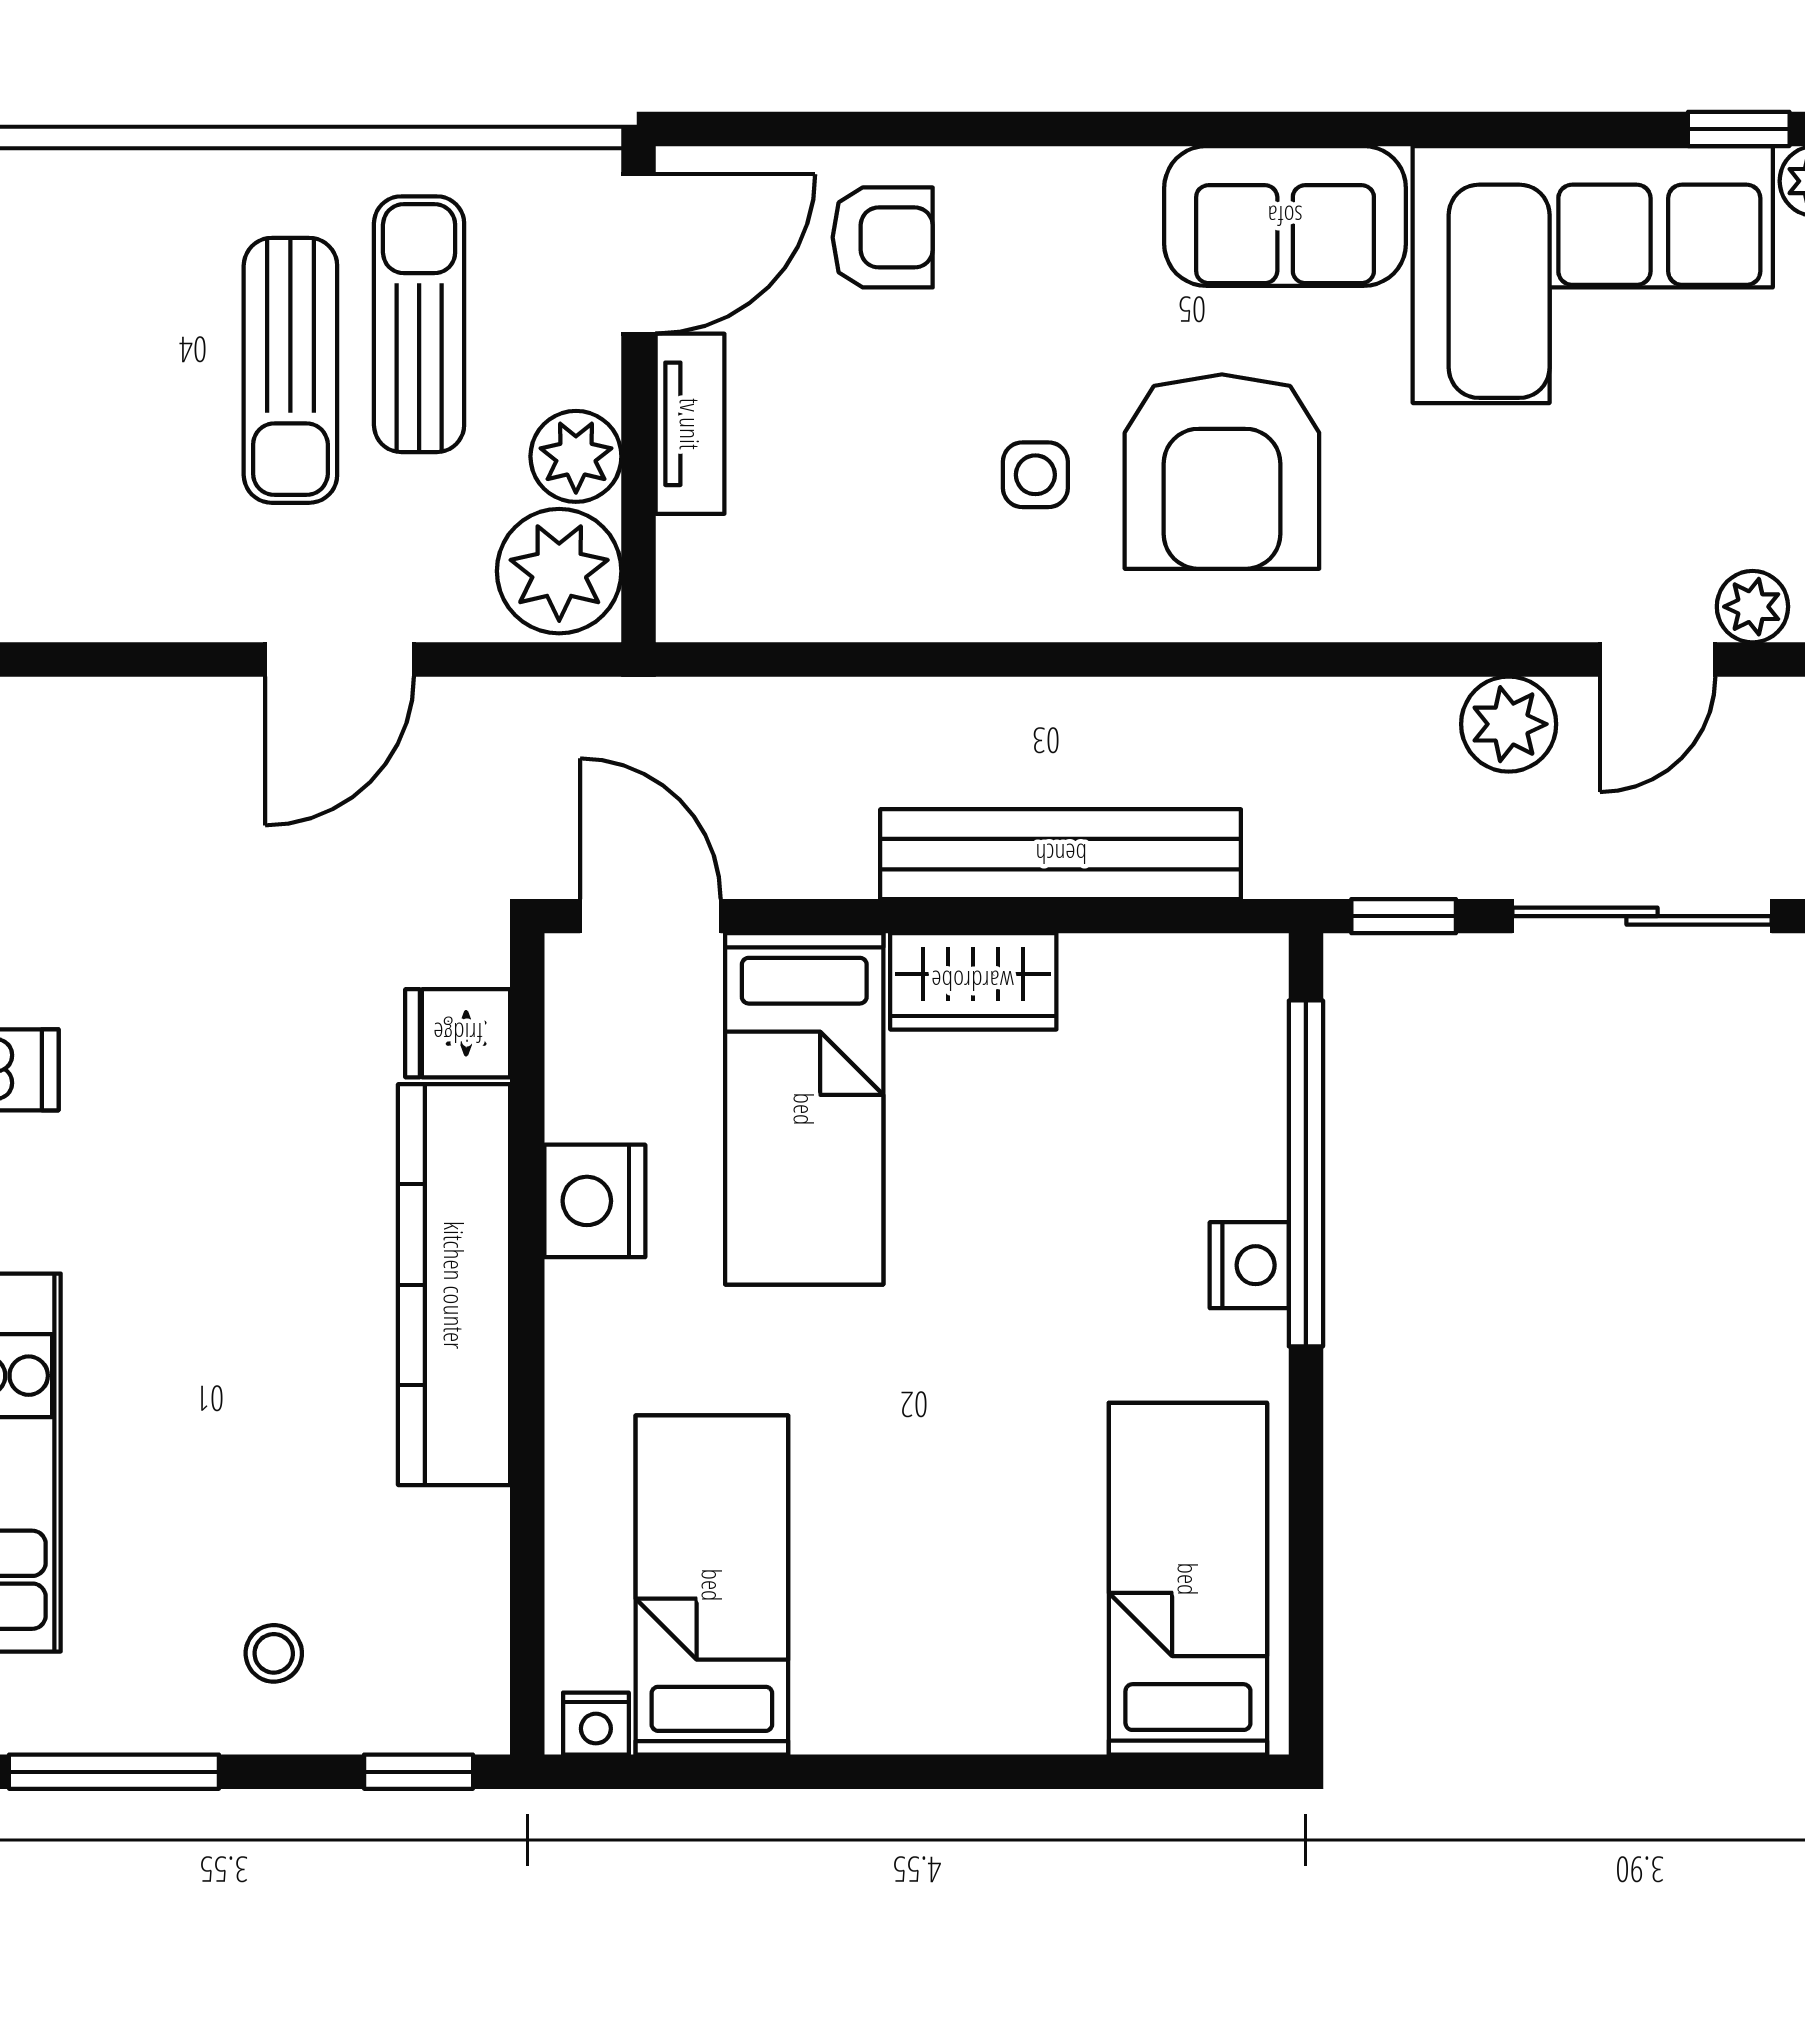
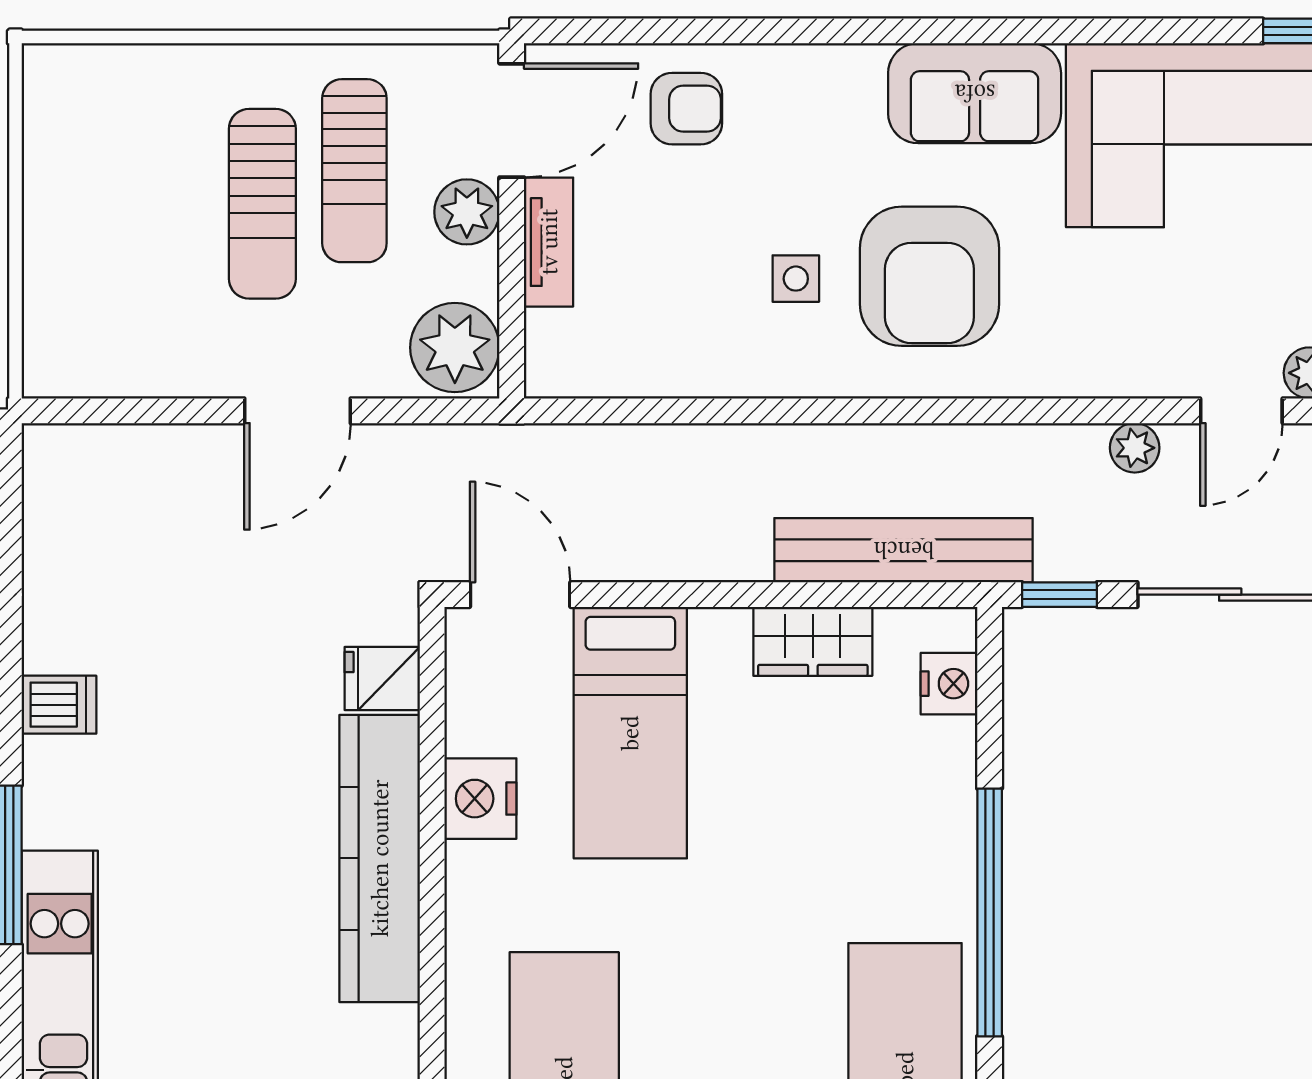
sun lounger: (419, 324) -> (354, 171), turned 180
plant: (576, 456) -> (467, 212), moved
plant: (1509, 724) -> (1135, 448), width x0.73, depth x0.73
bench: (1061, 854) -> (904, 550), moved
wardrobe: (973, 981) -> (813, 641), moved
window: (1306, 1173) -> (990, 912), moved
nightstand: (1249, 1265) -> (949, 684), moved

